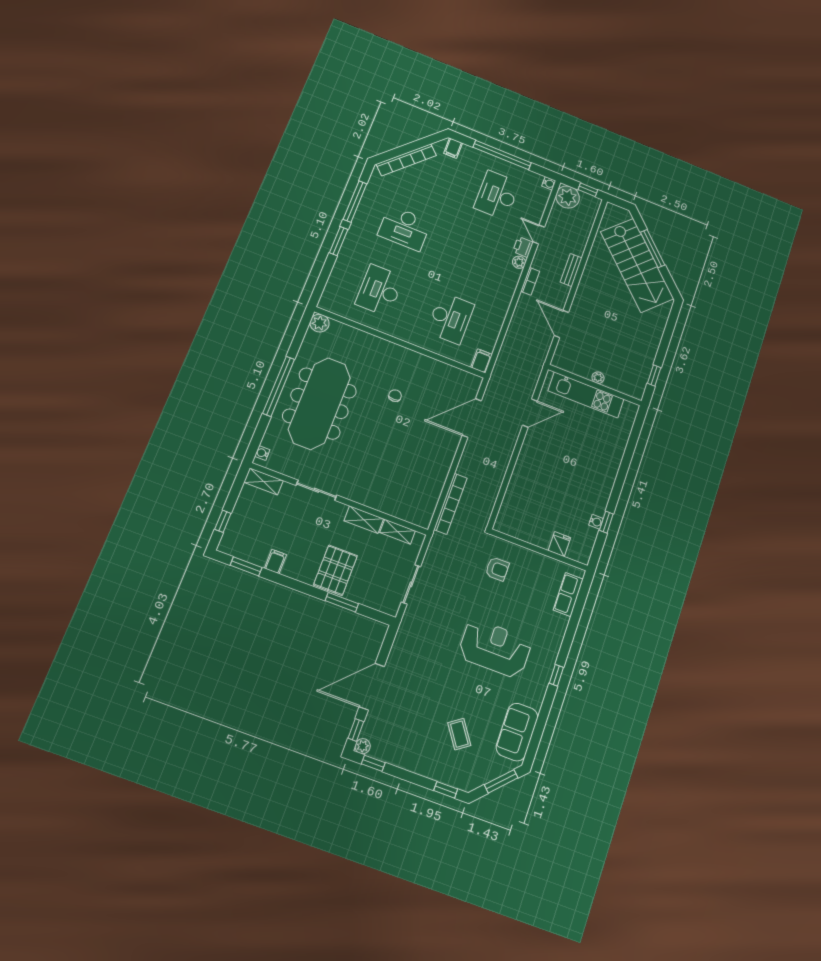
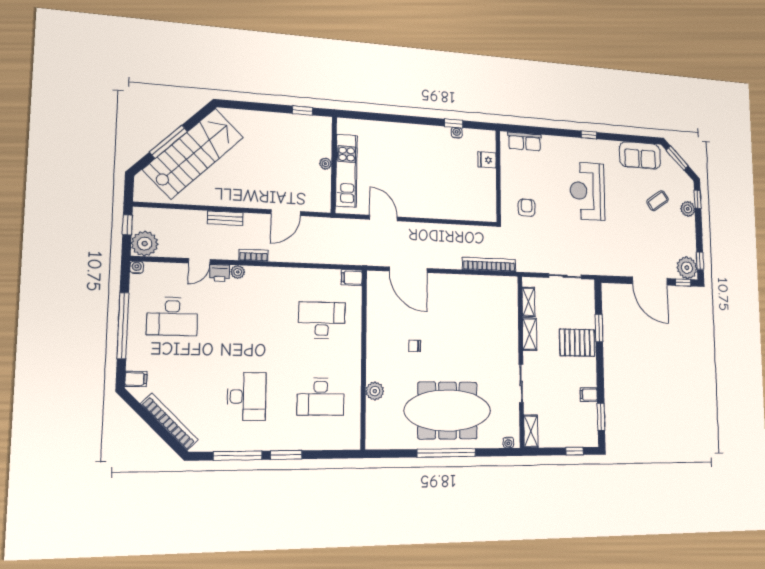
plant: (320, 323) -> (375, 391), moved
plant: (363, 746) -> (687, 268), width x1.88, depth x1.88
plant: (438, 771) -> (688, 209), added

